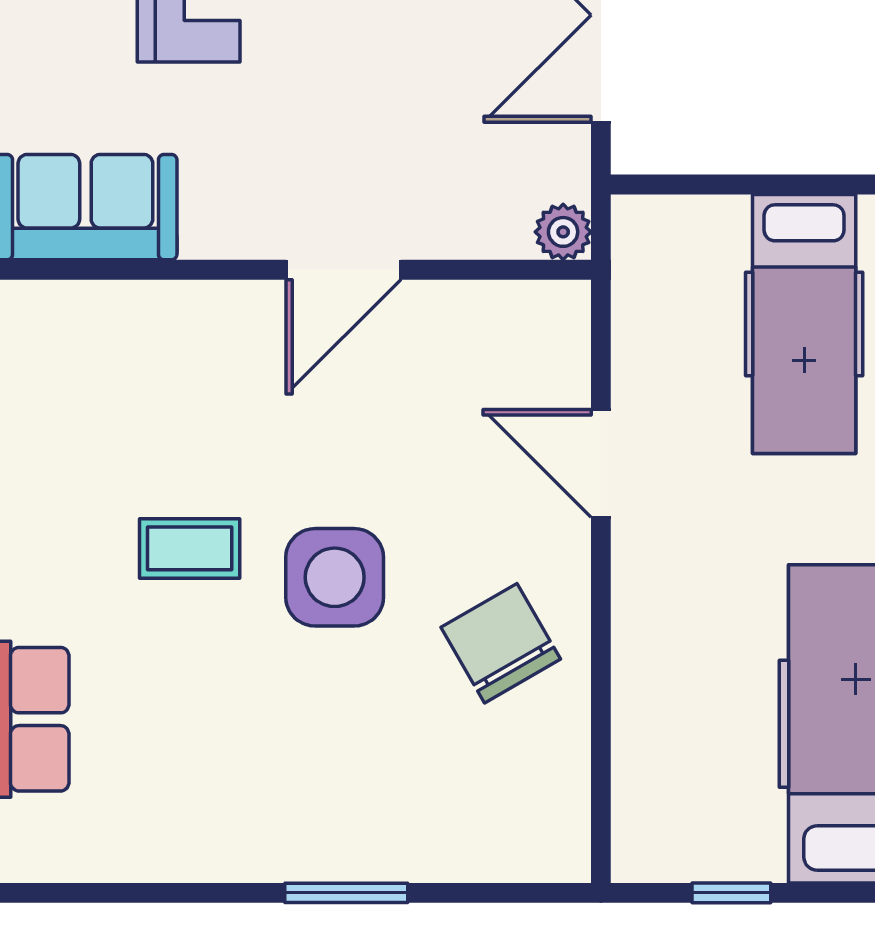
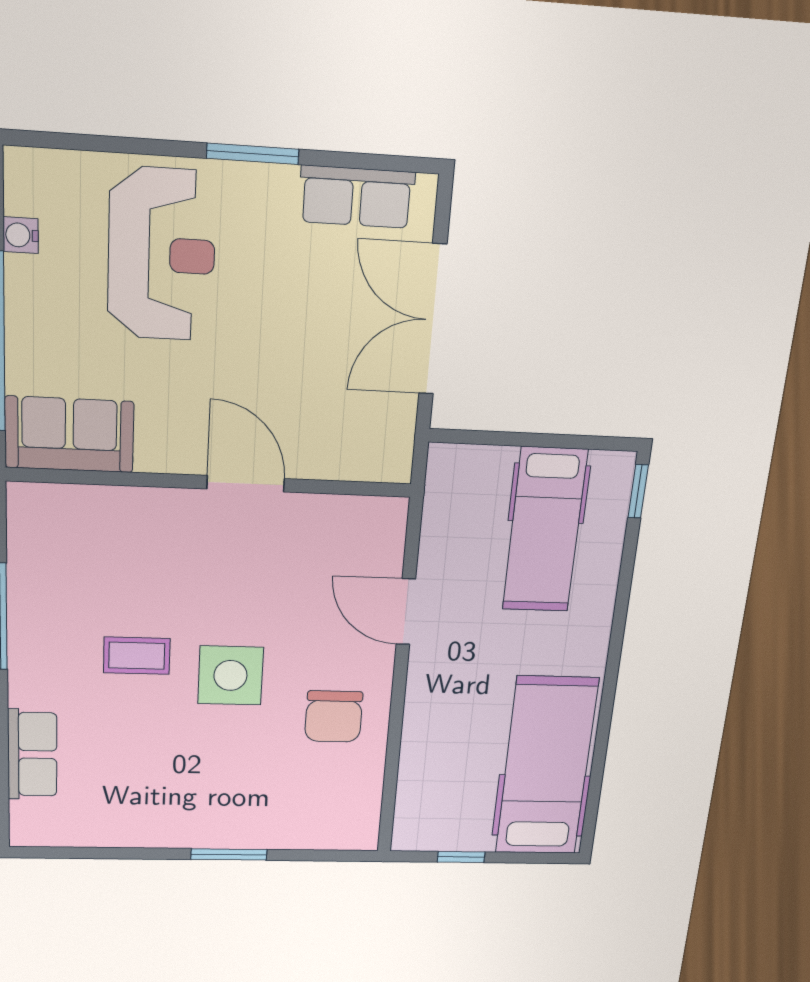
plant: (563, 232) -> (394, 465), removed
door: (343, 270) -> (246, 484), swing flipped
chair: (501, 643) -> (334, 717), turned -150

